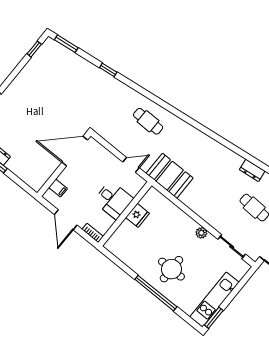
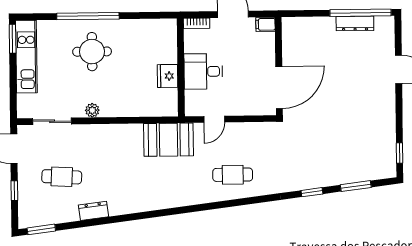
window: (66, 44) -> (356, 186), moved
filing cabinet: (58, 188) -> (265, 24), moved

